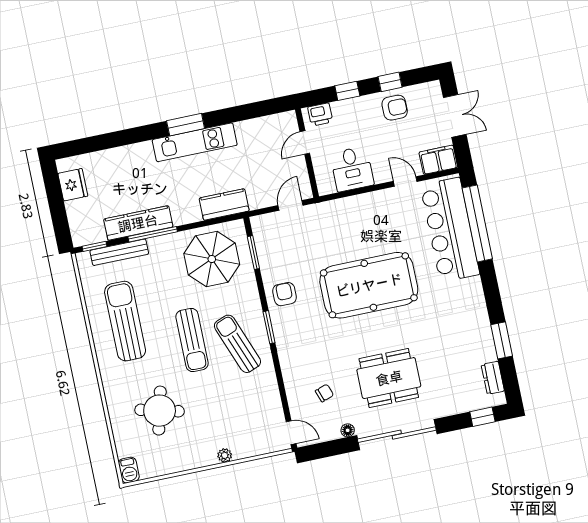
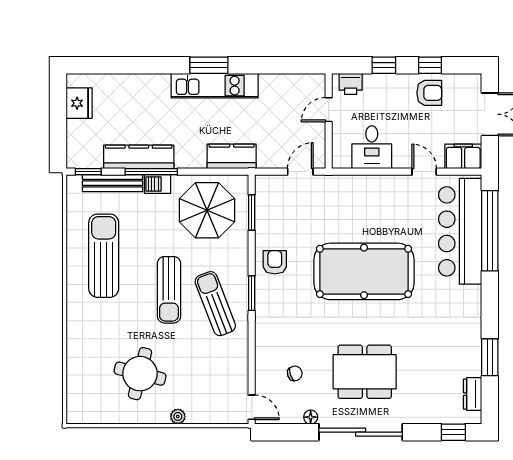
round table: (160, 411) -> (140, 374), moved
barbecue: (129, 470) -> (157, 184), moved, turned 90

